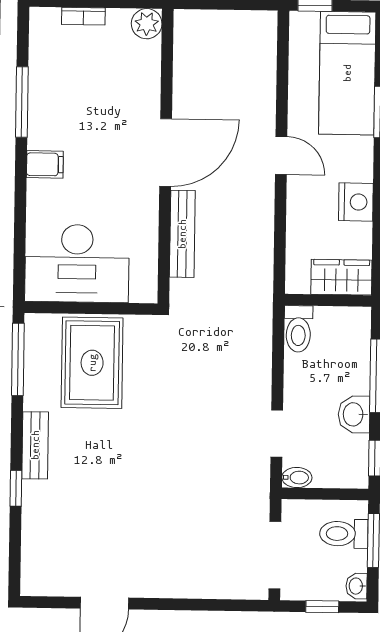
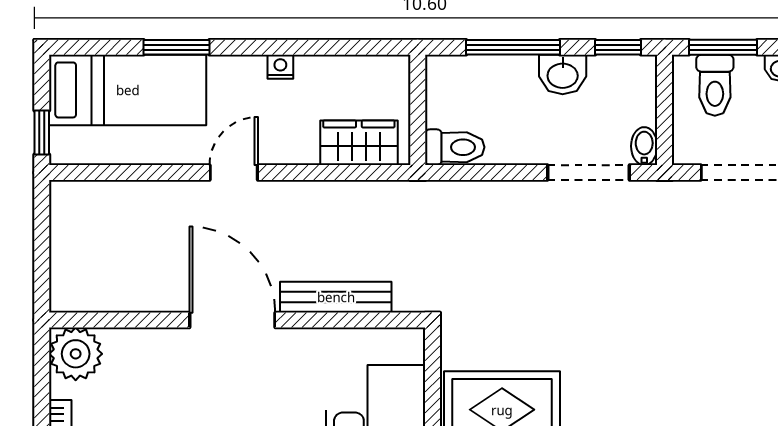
plant: (147, 24) -> (76, 354), width x1.36, depth x1.36
nightstand: (356, 202) -> (280, 67), width x0.53, depth x0.56
wardrobe: (341, 277) -> (359, 143), moved, turned 90
doorway: (277, 434) -> (589, 173), width x1.38

